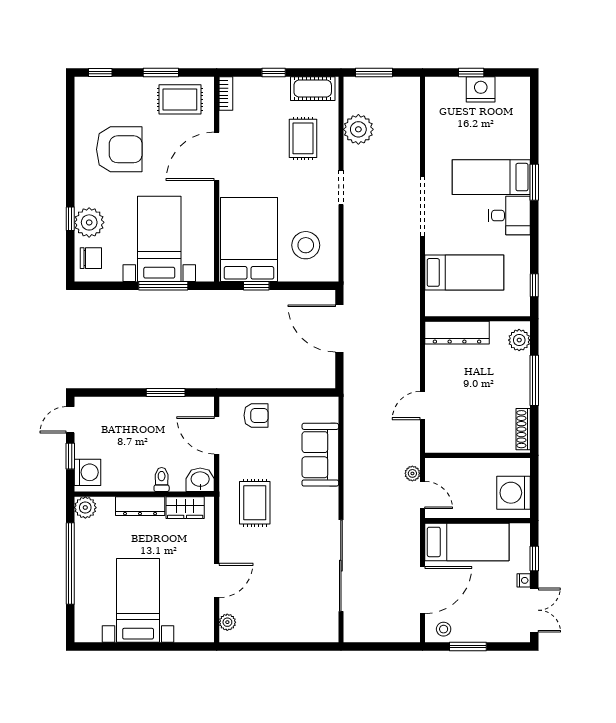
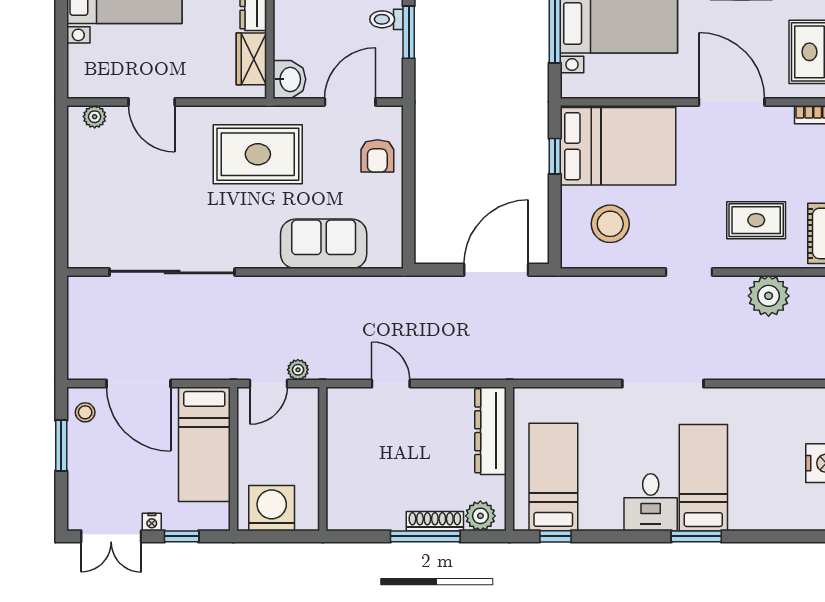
bed: (464, 272) -> (553, 477), moved, turned 180
shoe rack: (523, 429) -> (435, 521), moved
toilet: (162, 480) -> (386, 19), moved, turned 180
rug: (255, 503) -> (258, 154), width x1.36, depth x1.43

